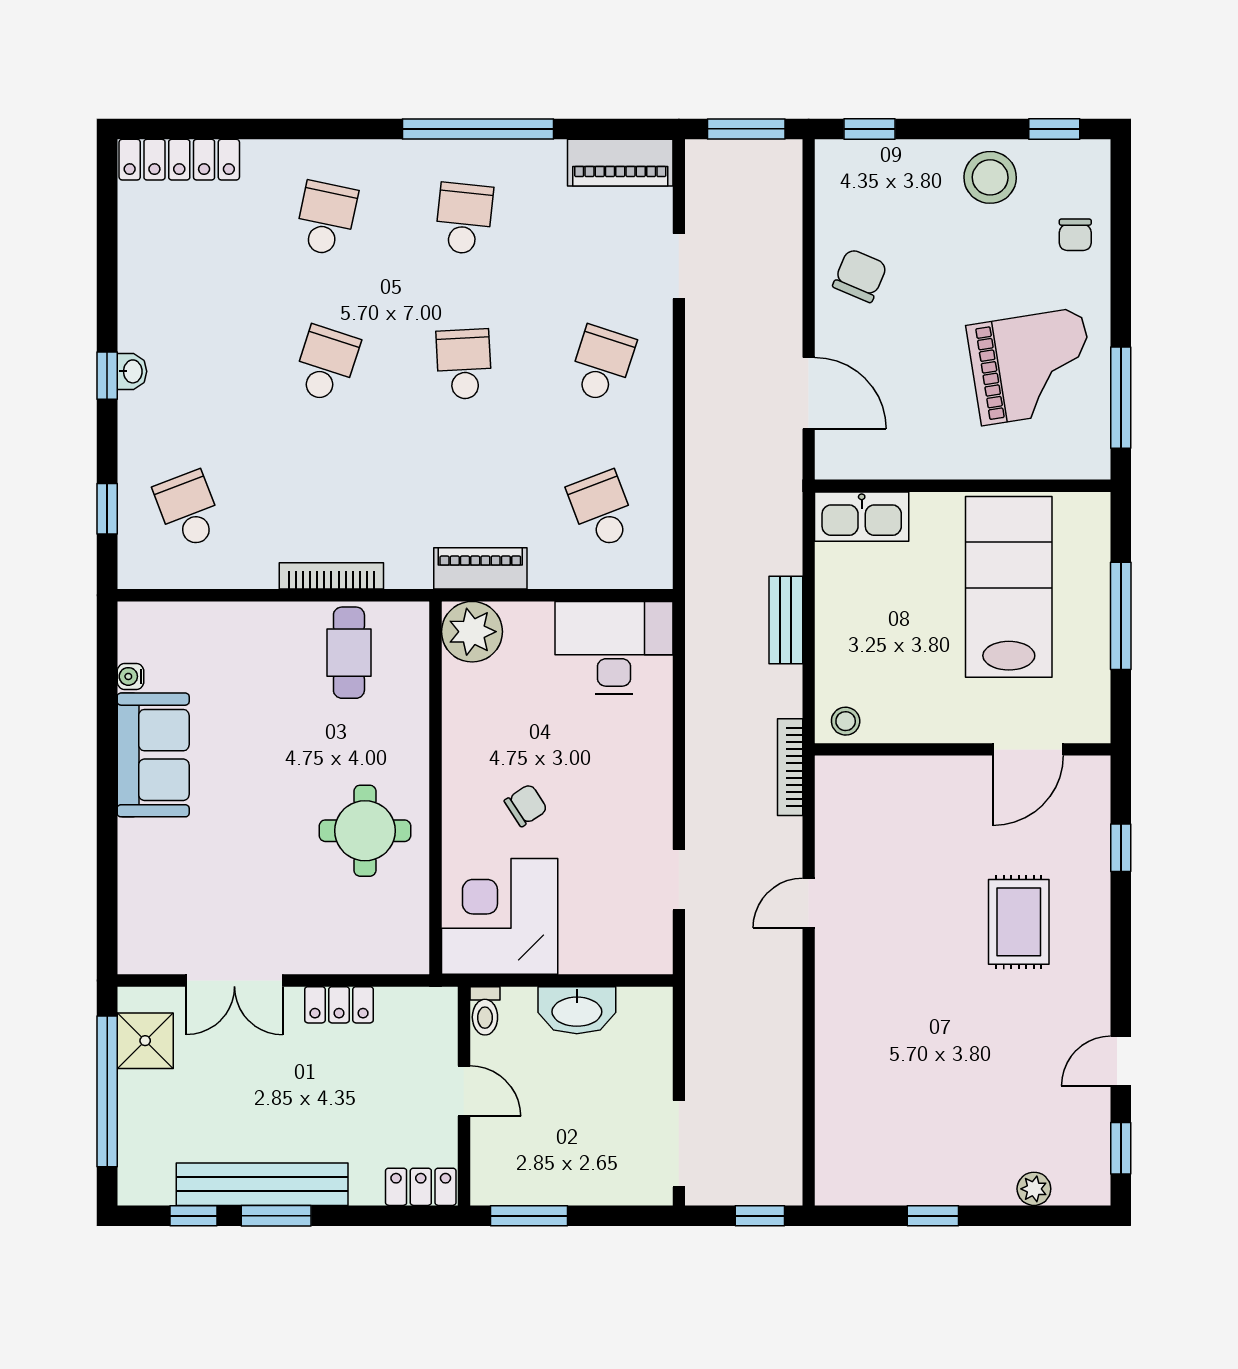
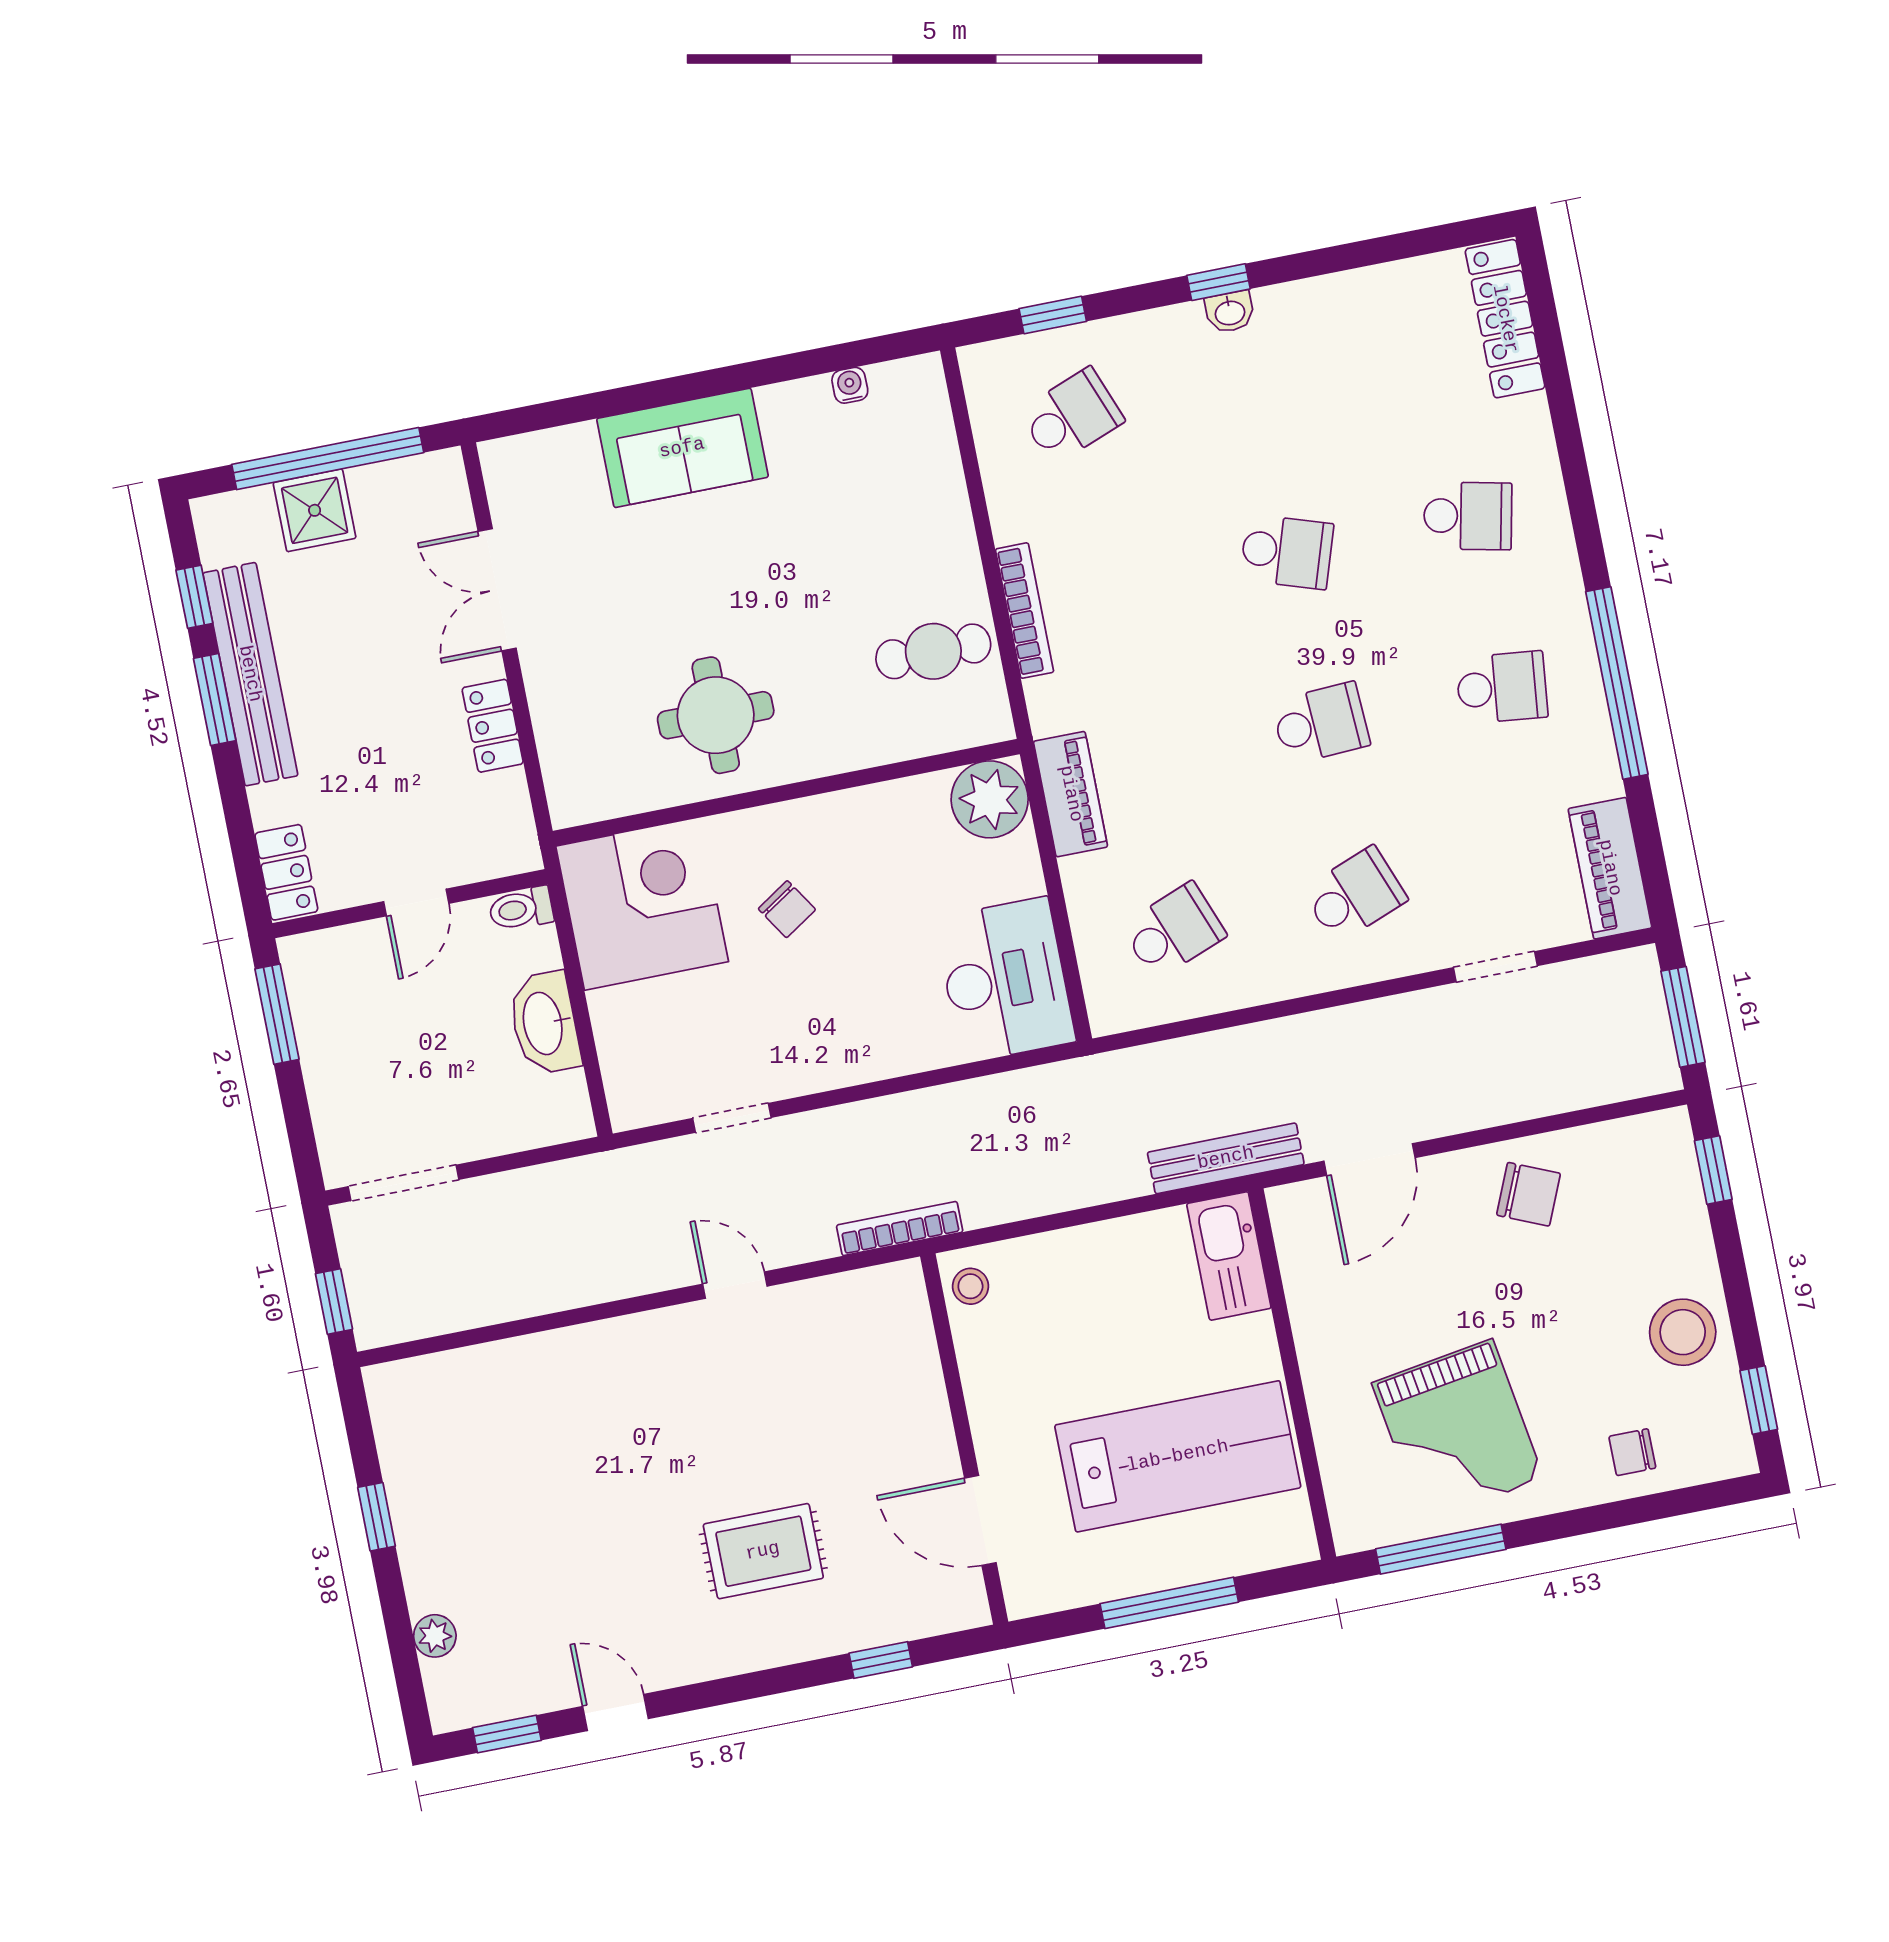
school desk: (602, 364) -> (1355, 895), turned -39
bench: (786, 620) -> (1226, 1158), moved, width x1.36
sofa: (153, 755) -> (682, 448), moved
shower: (145, 1041) -> (315, 510), moved

